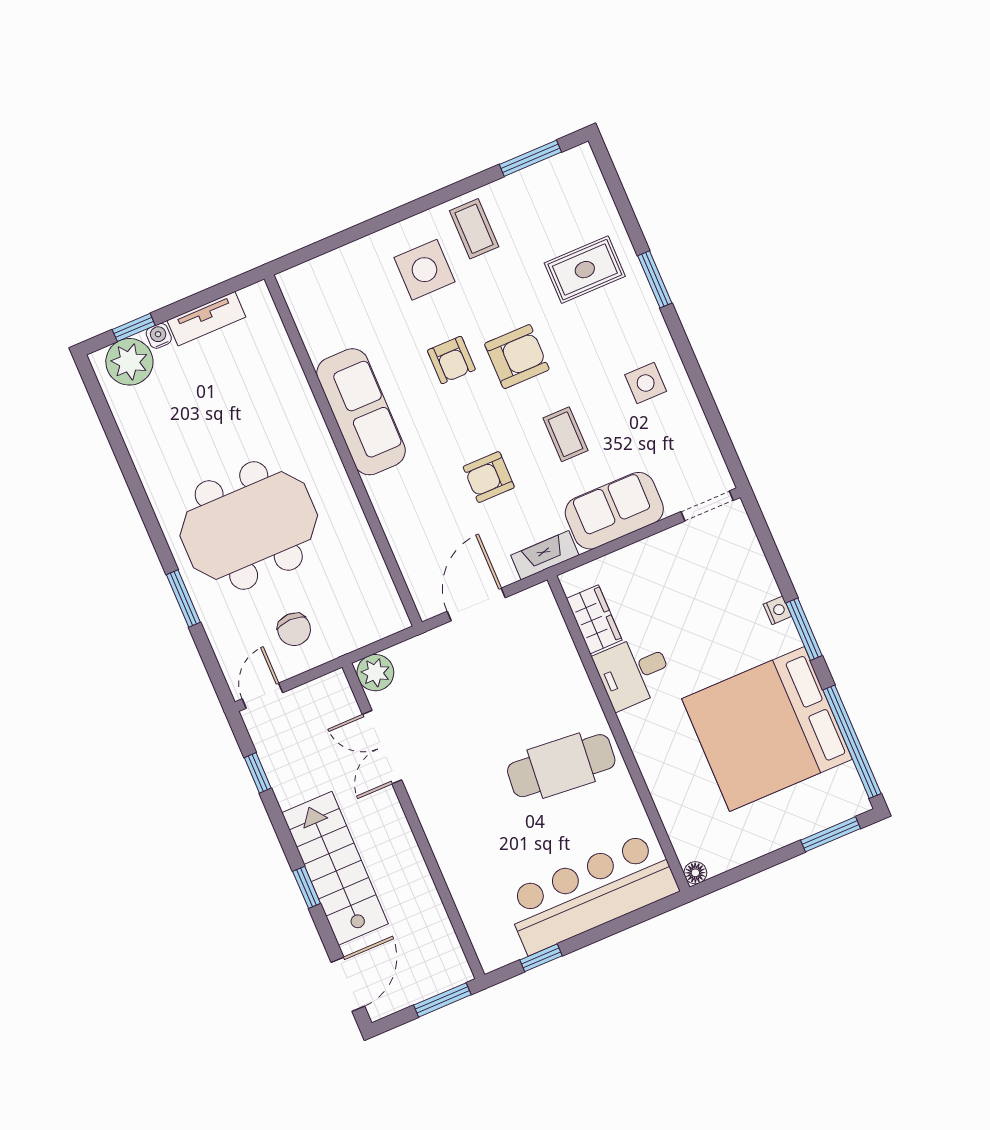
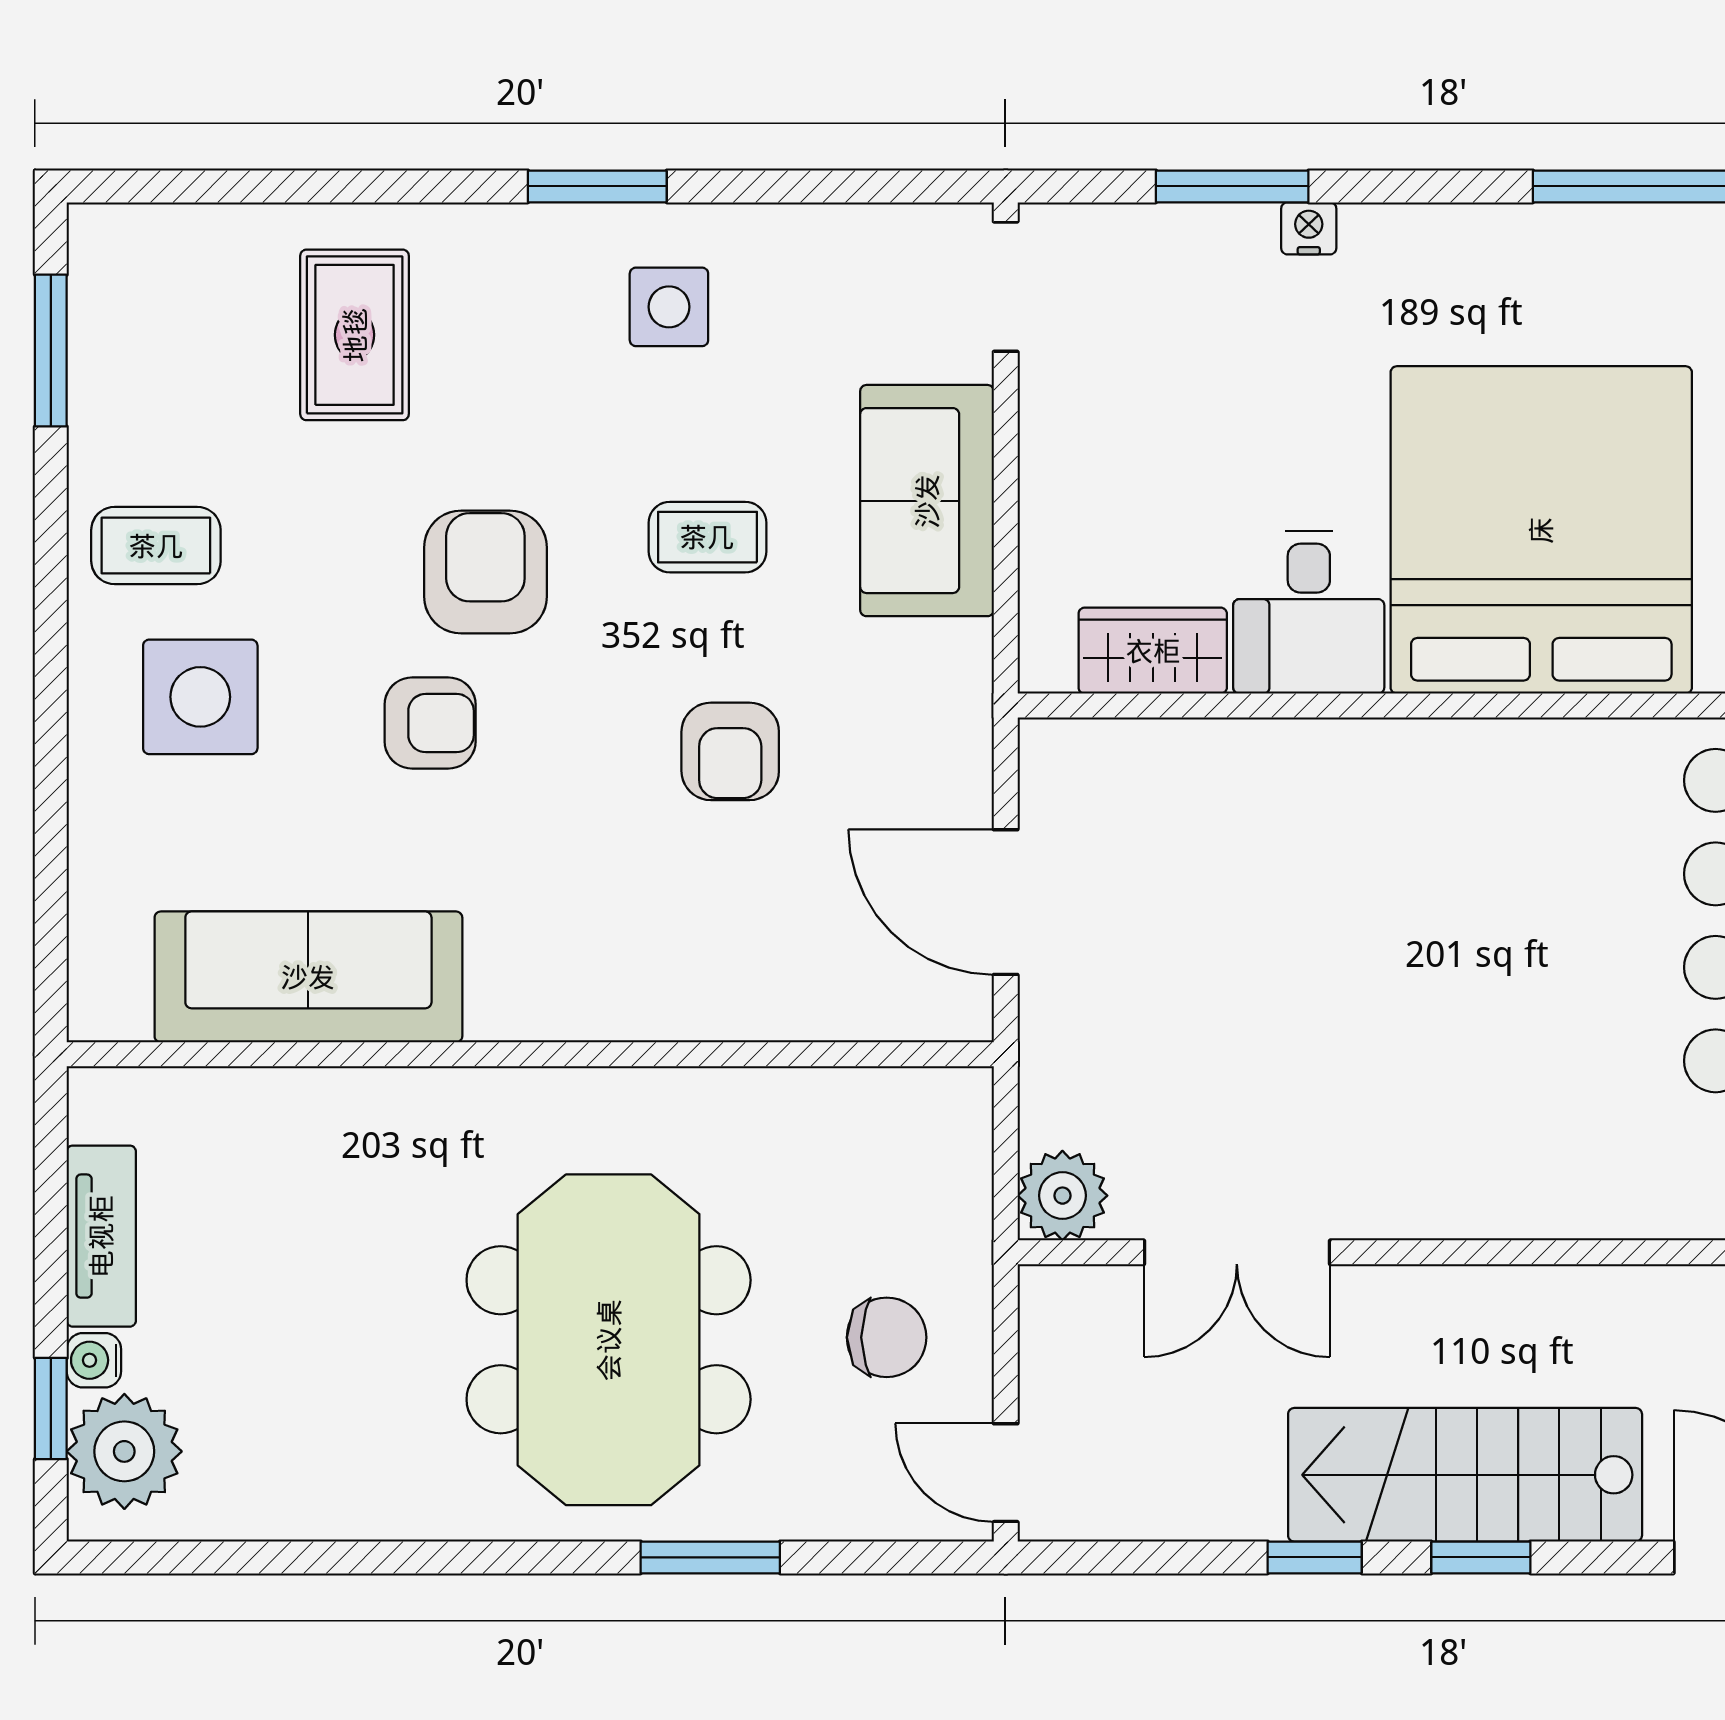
window: (655, 279) -> (597, 186), moved
sofa: (361, 412) -> (308, 977), moved
fireplace: (545, 555) -> (961, 700), removed
window: (804, 629) -> (1232, 186), moved
bed: (767, 729) -> (1541, 530), moved, turned 180
cafe table: (561, 766) -> (1451, 866), removed
window: (258, 773) -> (1315, 1557), moved

